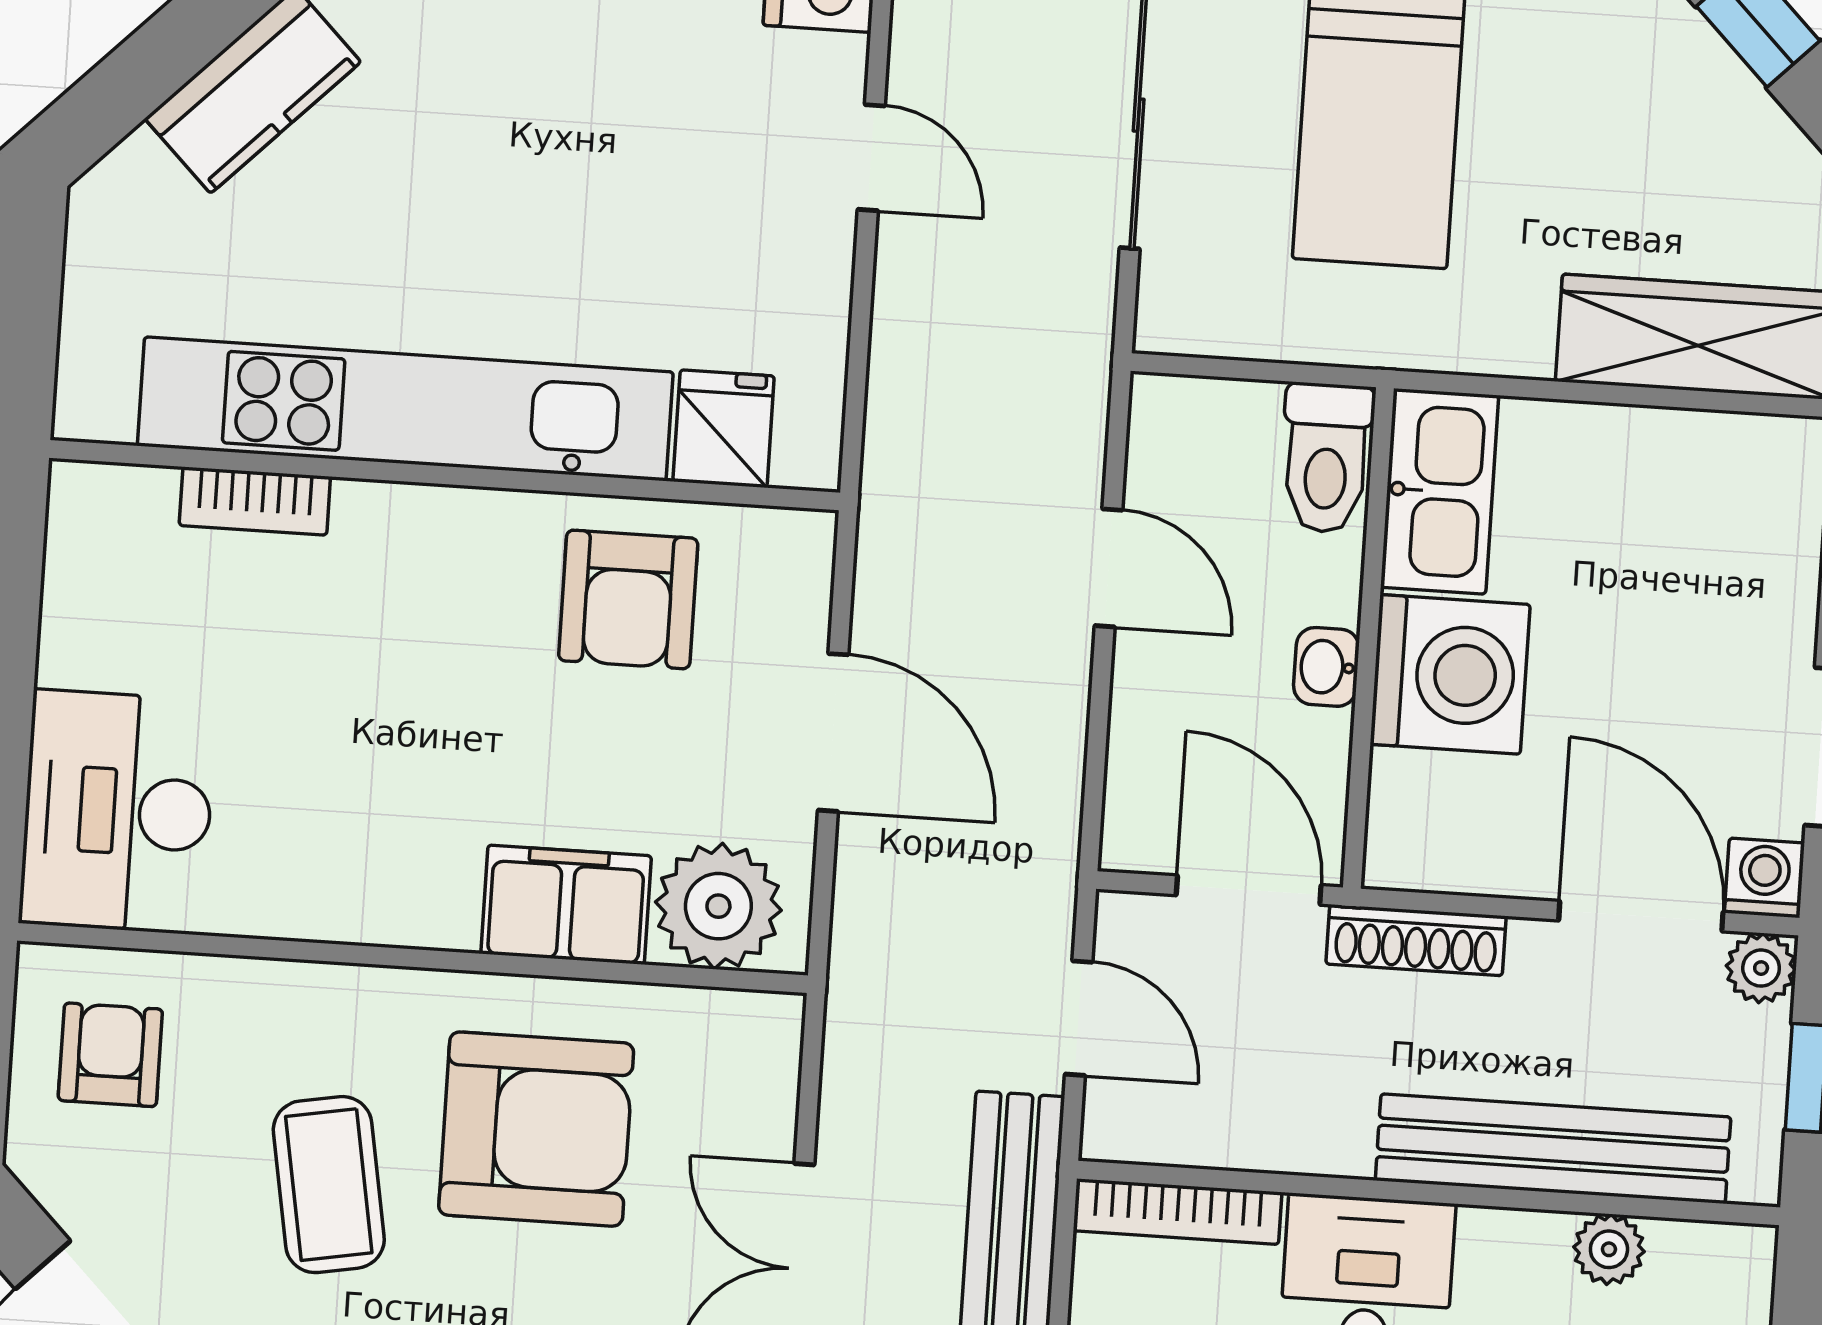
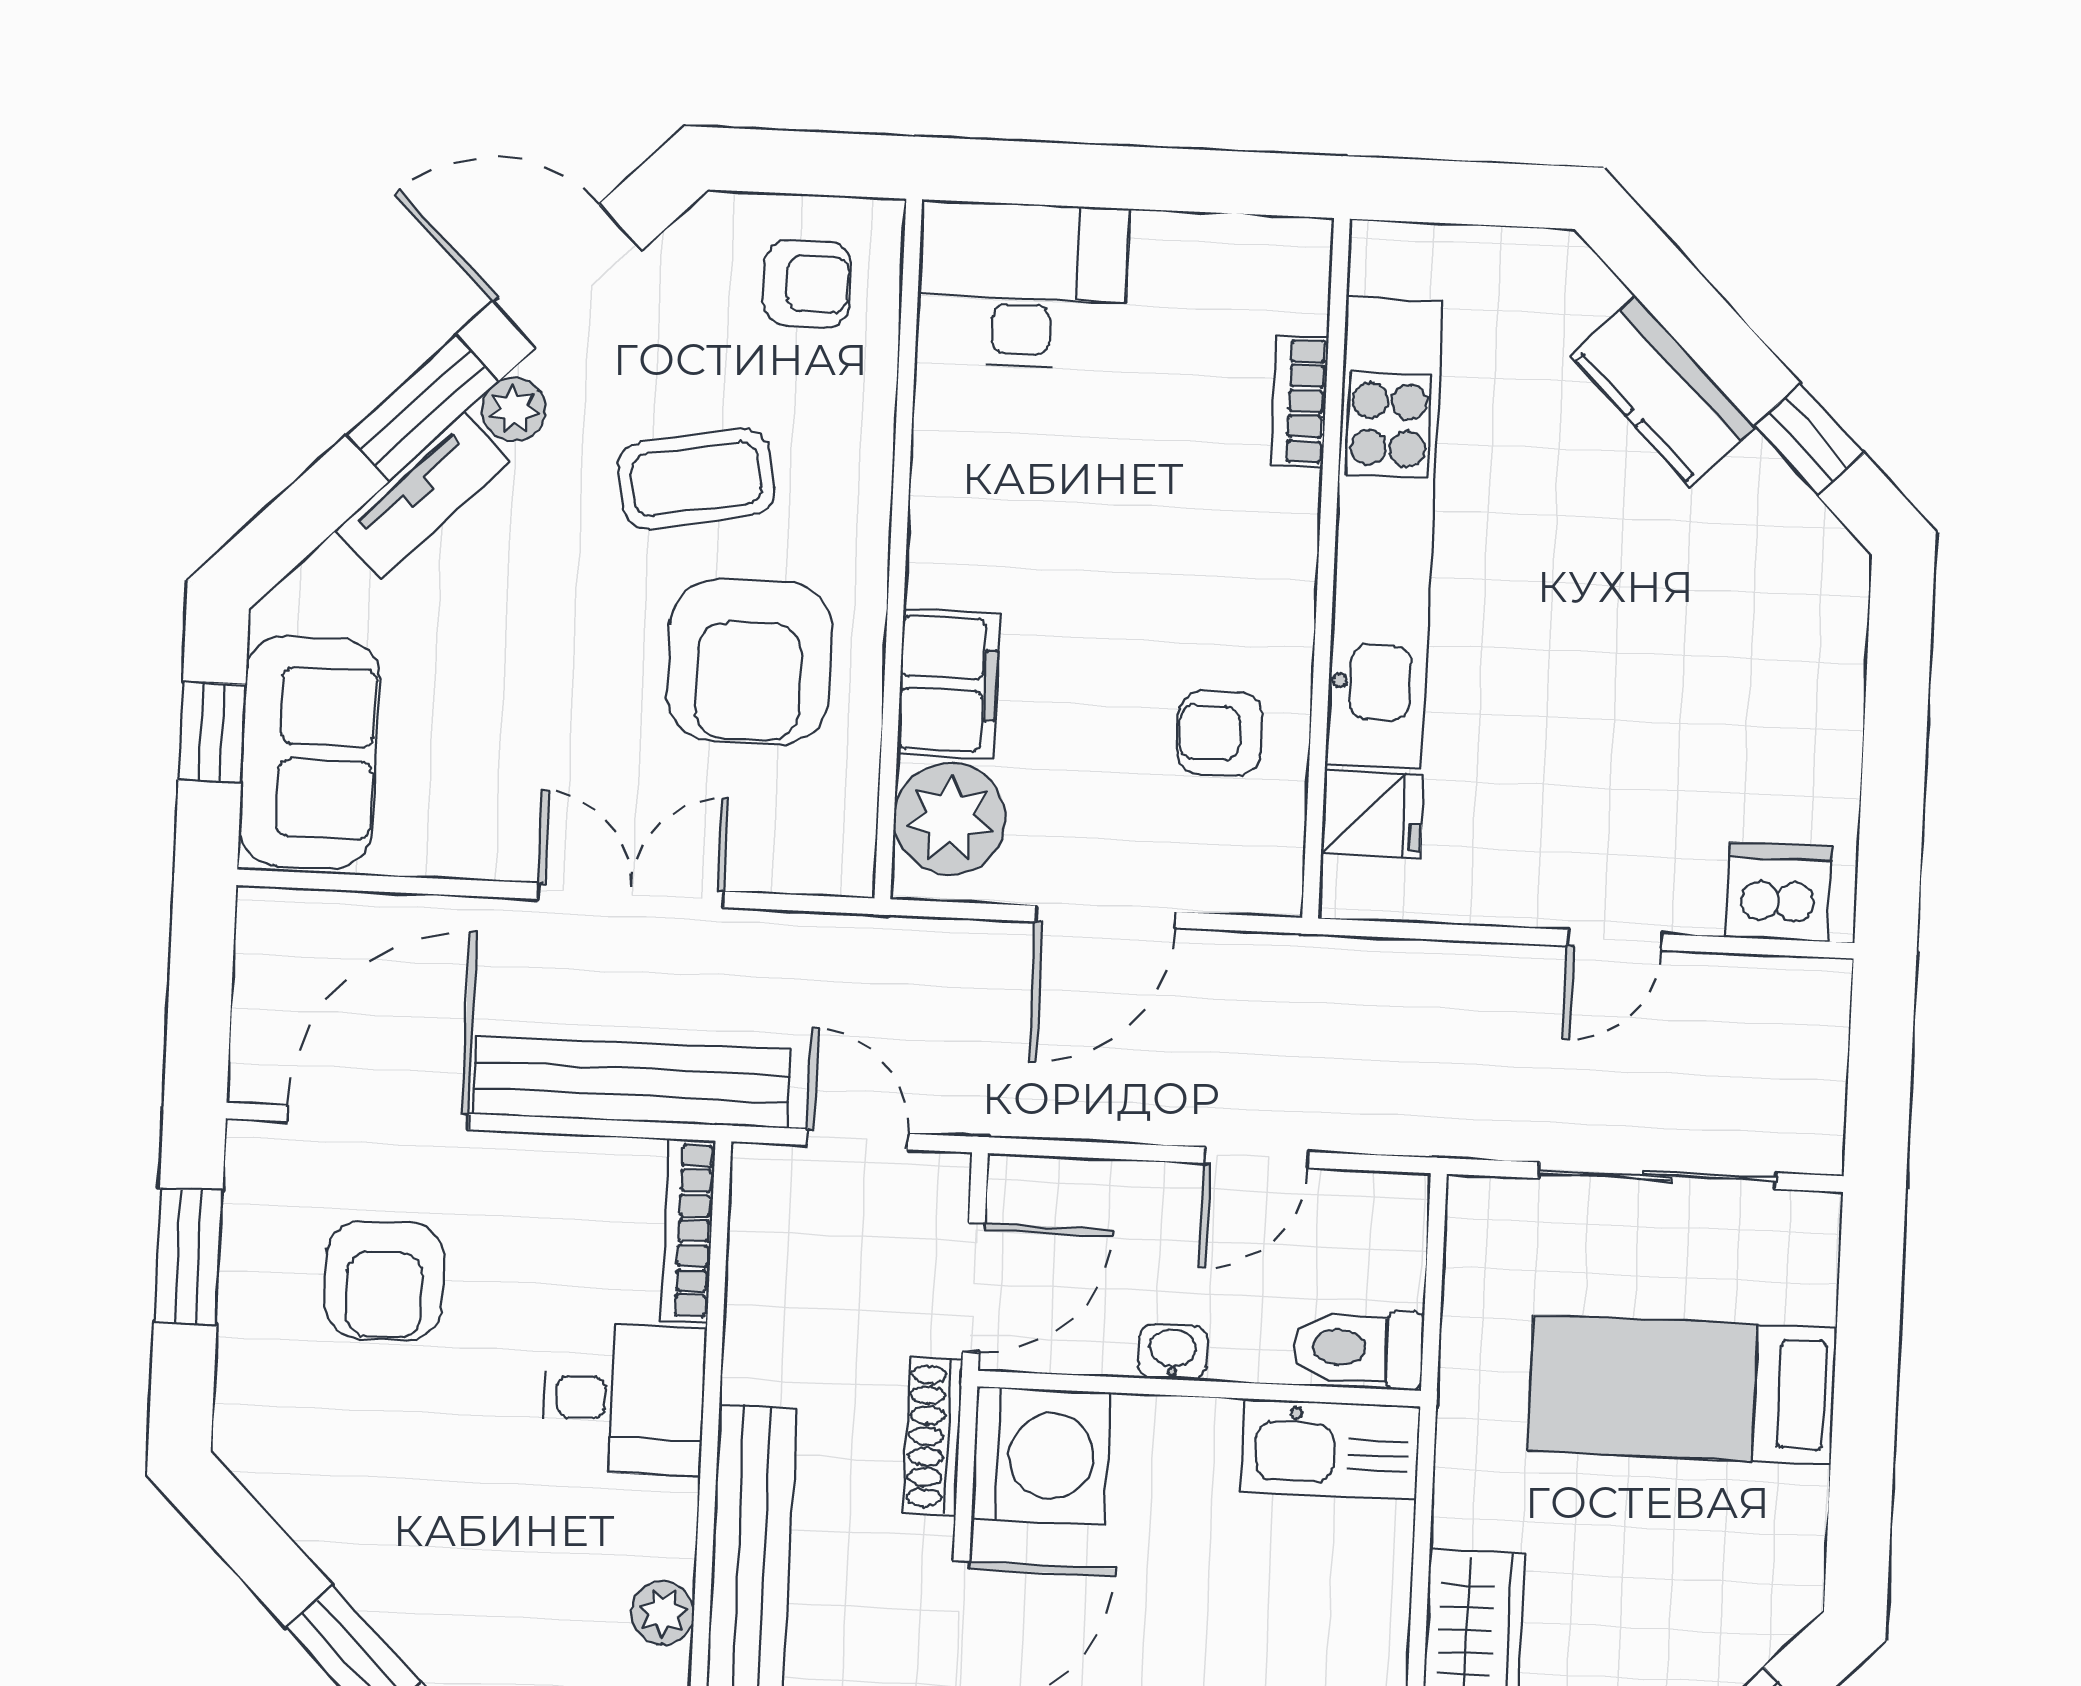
armchair: (628, 599) -> (1220, 733), width x0.72, depth x0.72
washing machine: (1450, 674) -> (1041, 1456), moved, turned -90
door: (1079, 1018) -> (857, 1139), swing flipped

